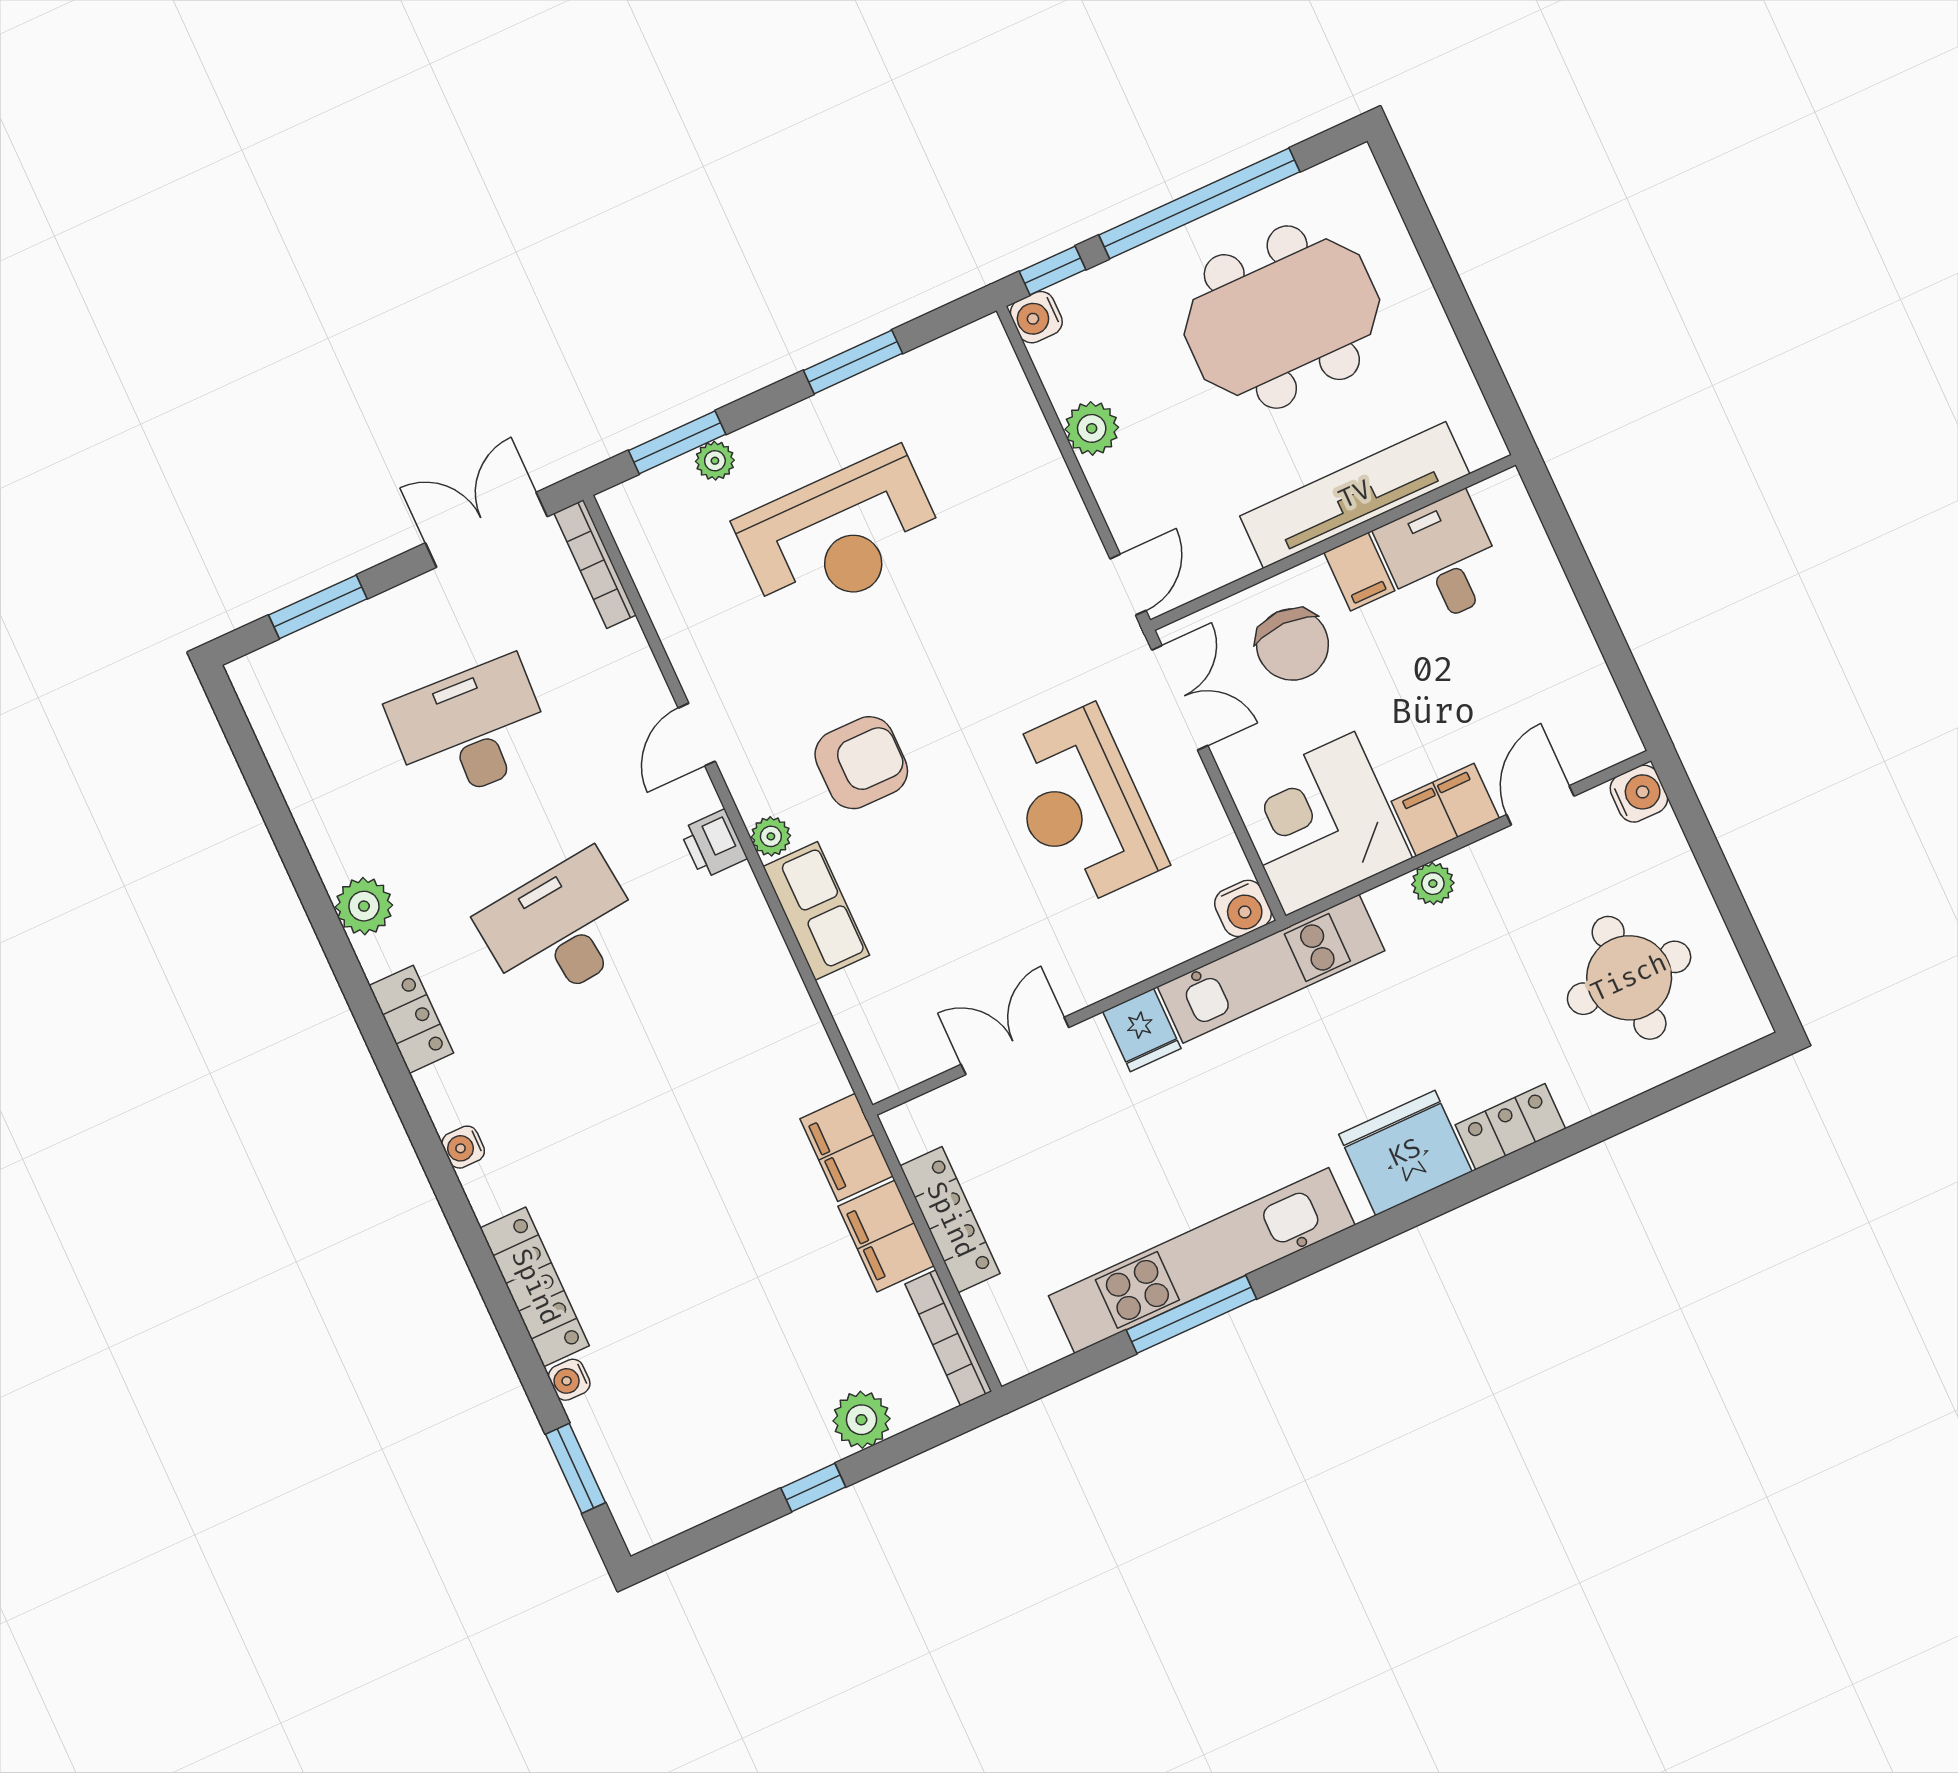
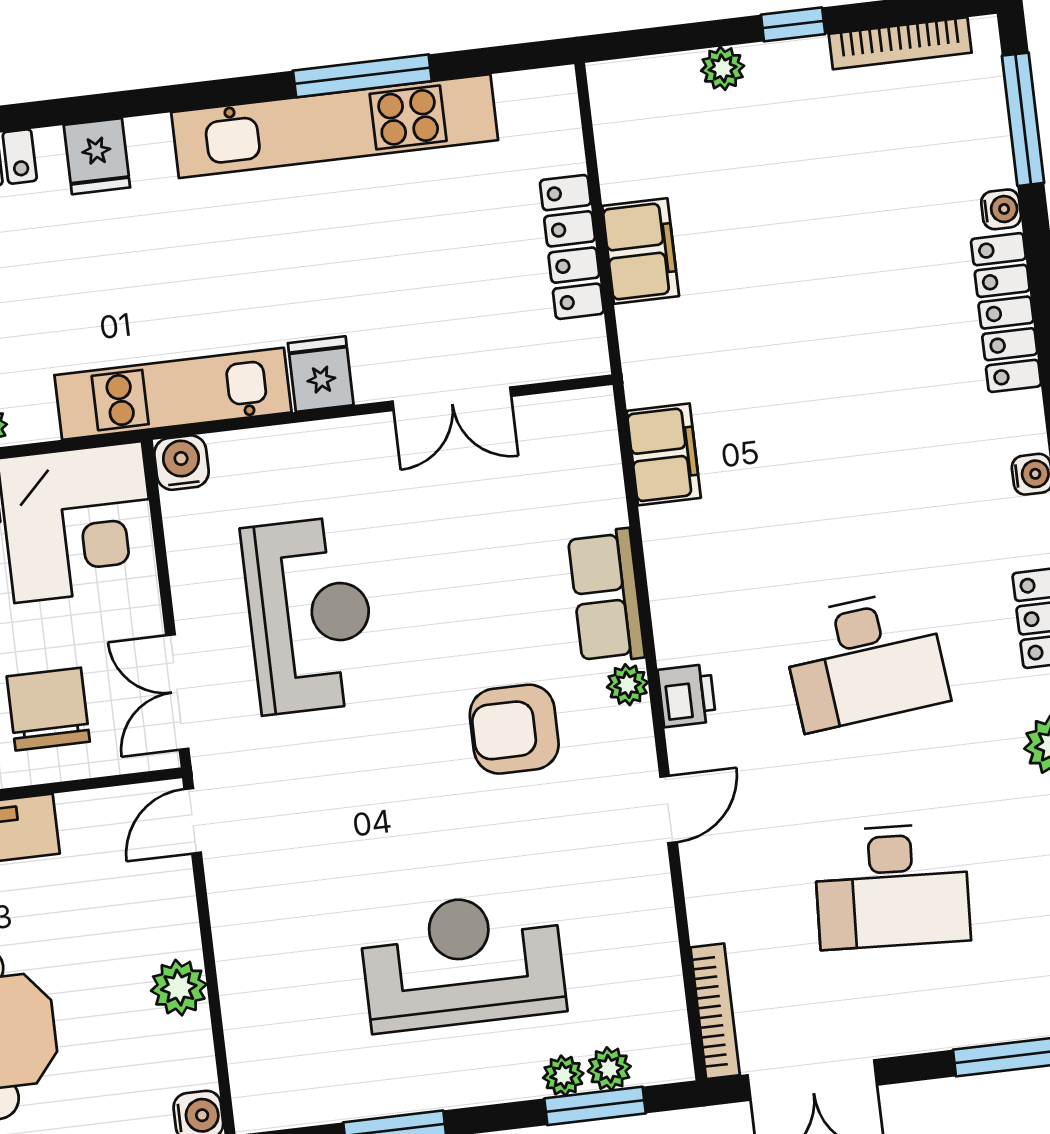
plant: (675, 480) -> (609, 1069), added
filing cabinet: (847, 1147) -> (664, 454), moved
fridge: (1405, 1153) -> (97, 156), width x0.53, depth x0.75
bookcase: (948, 1338) -> (900, 43), moved, turned 90
plant: (861, 1420) -> (723, 68), width x0.73, depth x0.73
window: (576, 1468) -> (1023, 119), width x1.44

